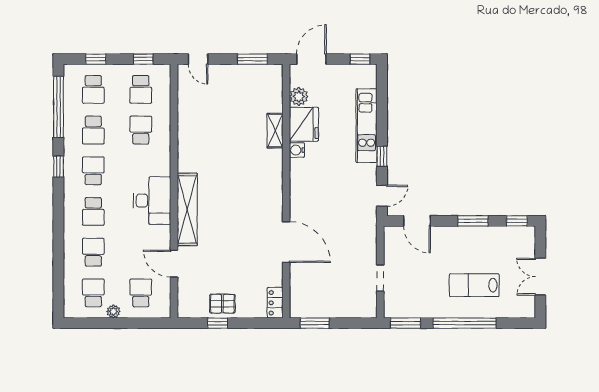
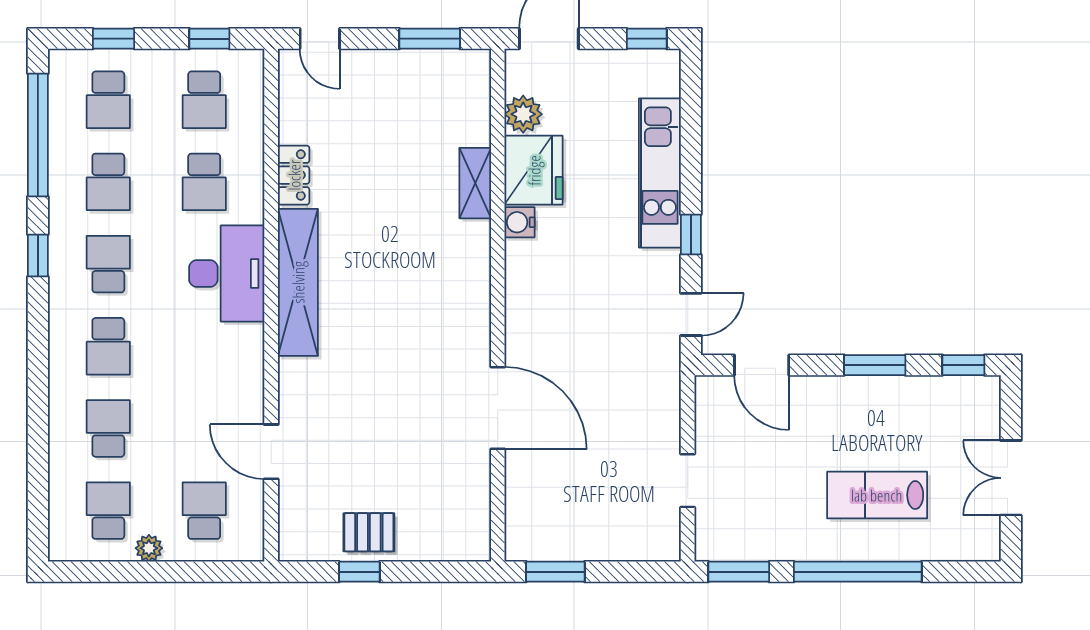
school desk: (141, 130) -> (204, 182), turned 180
desk: (152, 201) -> (227, 274), moved
shelving: (187, 210) -> (298, 282), moved
locker: (275, 303) -> (294, 175), moved, turned 180

